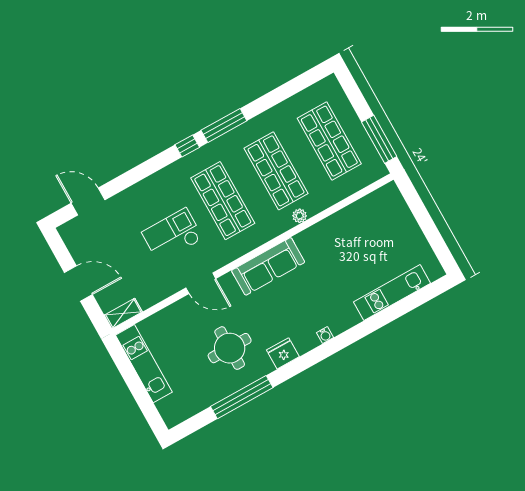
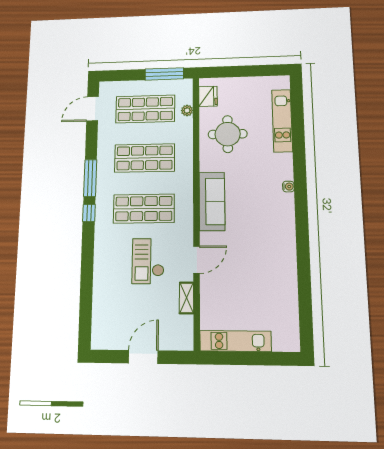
door: (88, 201) -> (93, 109), moved
plant: (300, 216) -> (187, 110), moved
shelving: (123, 313) -> (186, 298), moved
round table: (230, 348) -> (228, 134), moved
fridge: (283, 353) -> (208, 96), moved, turned 180
window: (242, 397) -> (304, 277), removed

